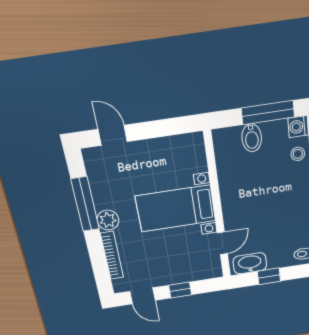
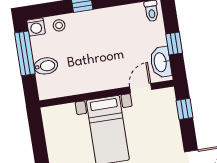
door: (222, 243) -> (141, 88), hinge flipped
window: (180, 290) -> (184, 109), moved

